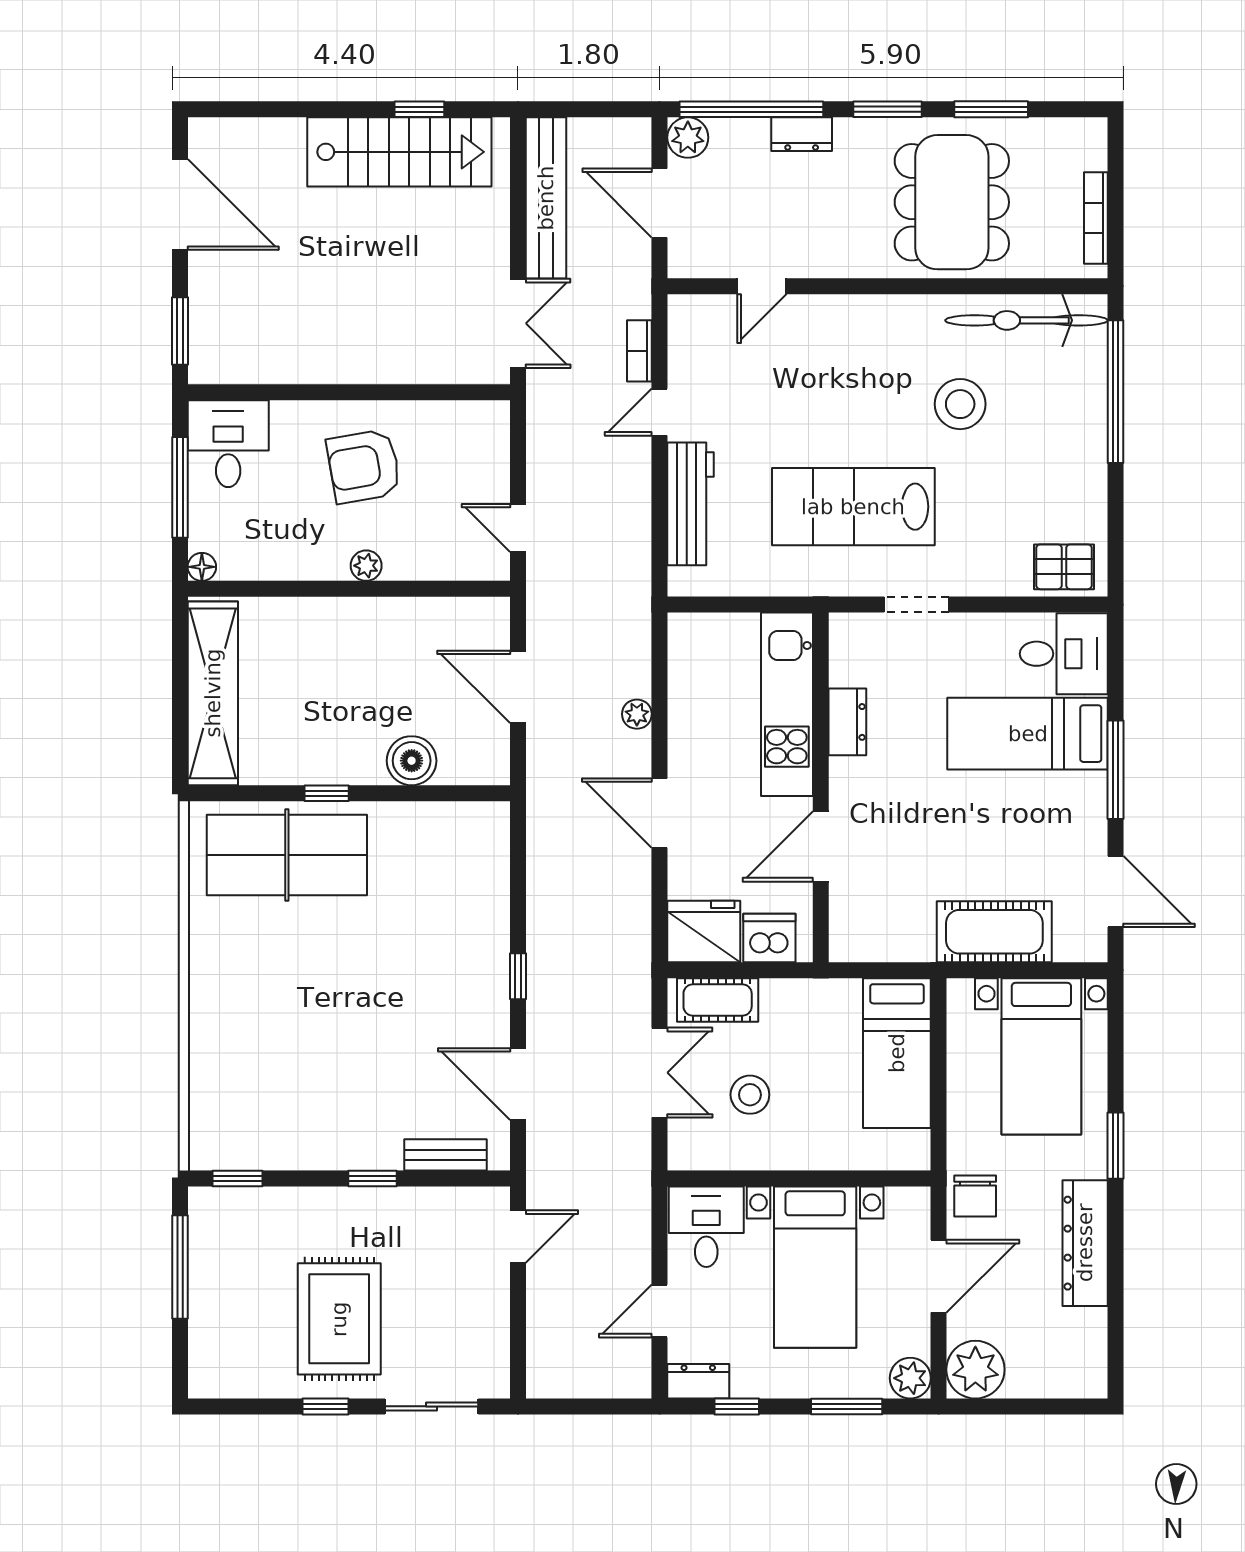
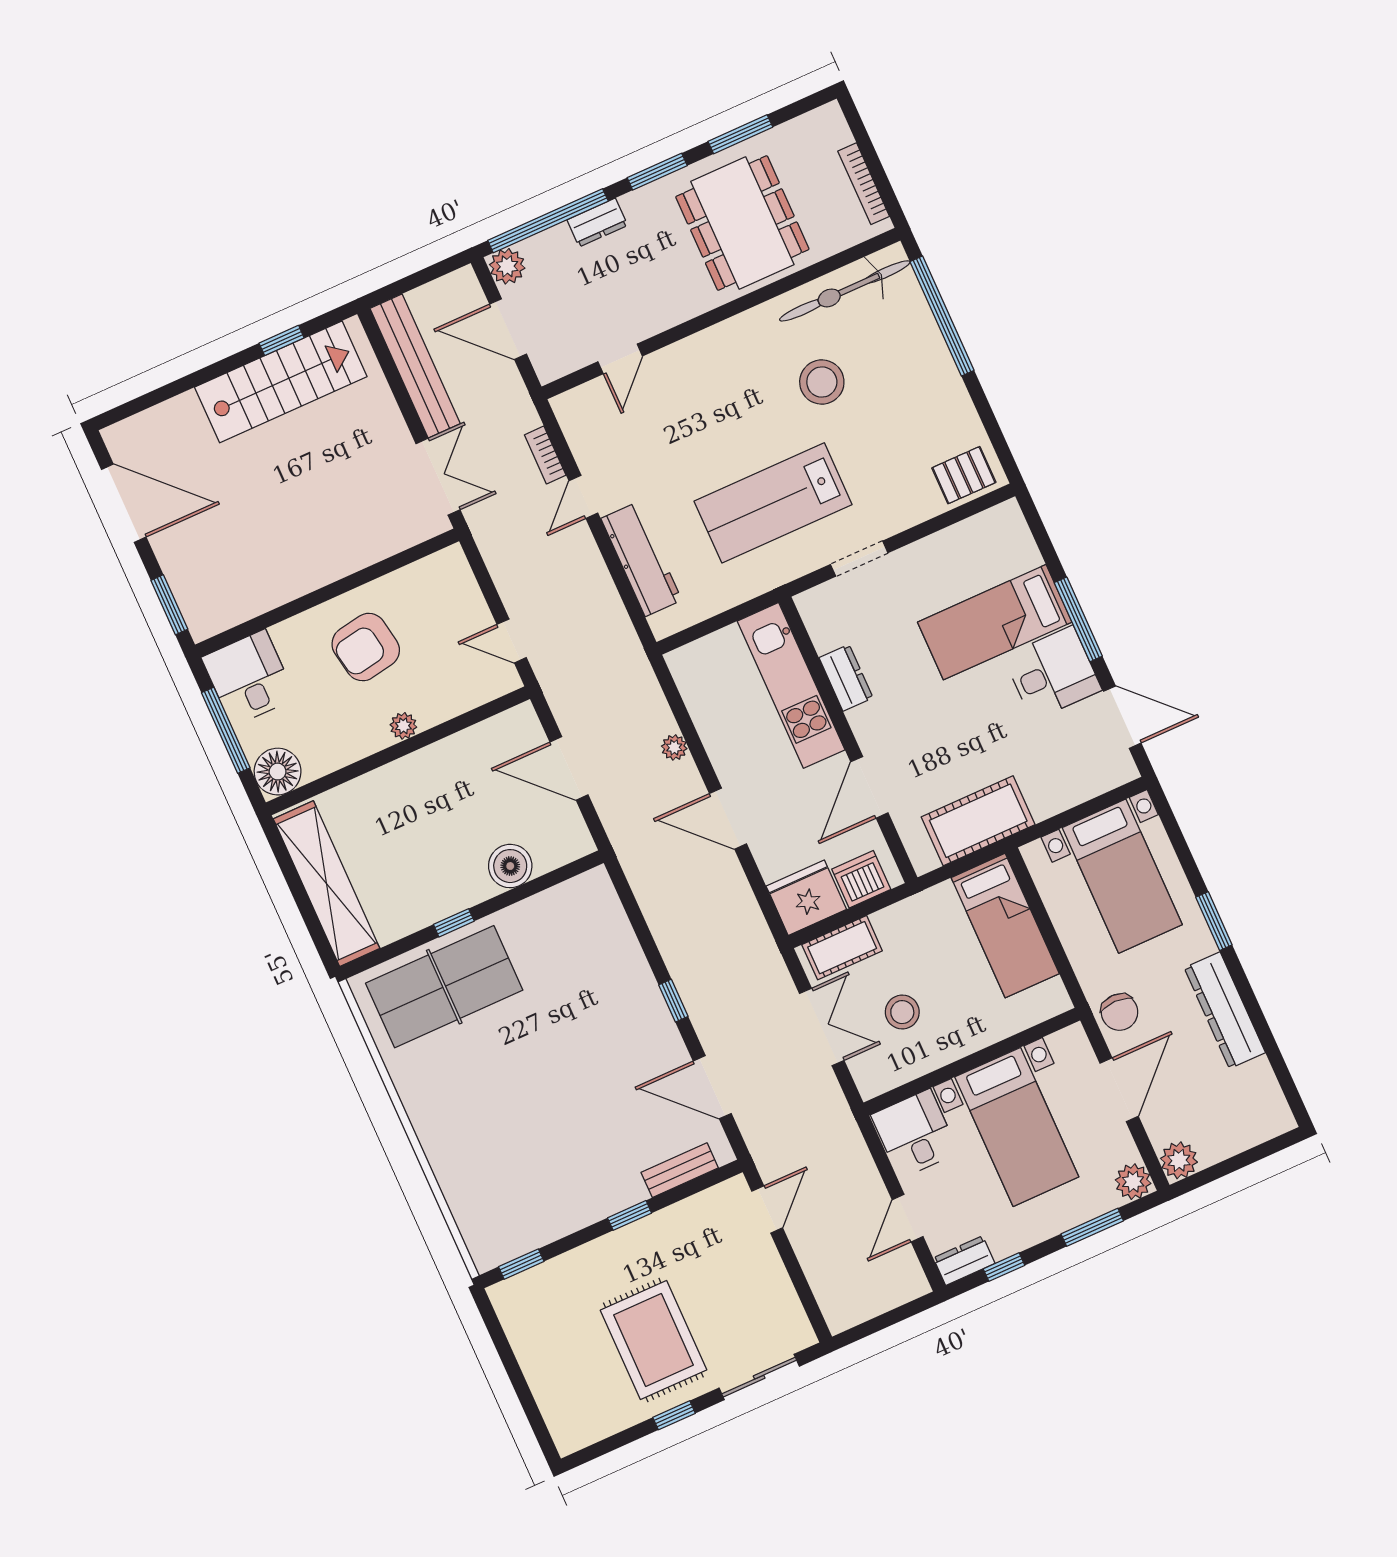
floor lamp: (202, 567) -> (278, 772), width x1.89, depth x1.89
desk: (1064, 654) -> (1053, 673), moved
cot: (994, 932) -> (978, 821), moved
window: (180, 1267) -> (507, 1356), removed
plant: (975, 1370) -> (1179, 1160), width x0.73, depth x0.73

